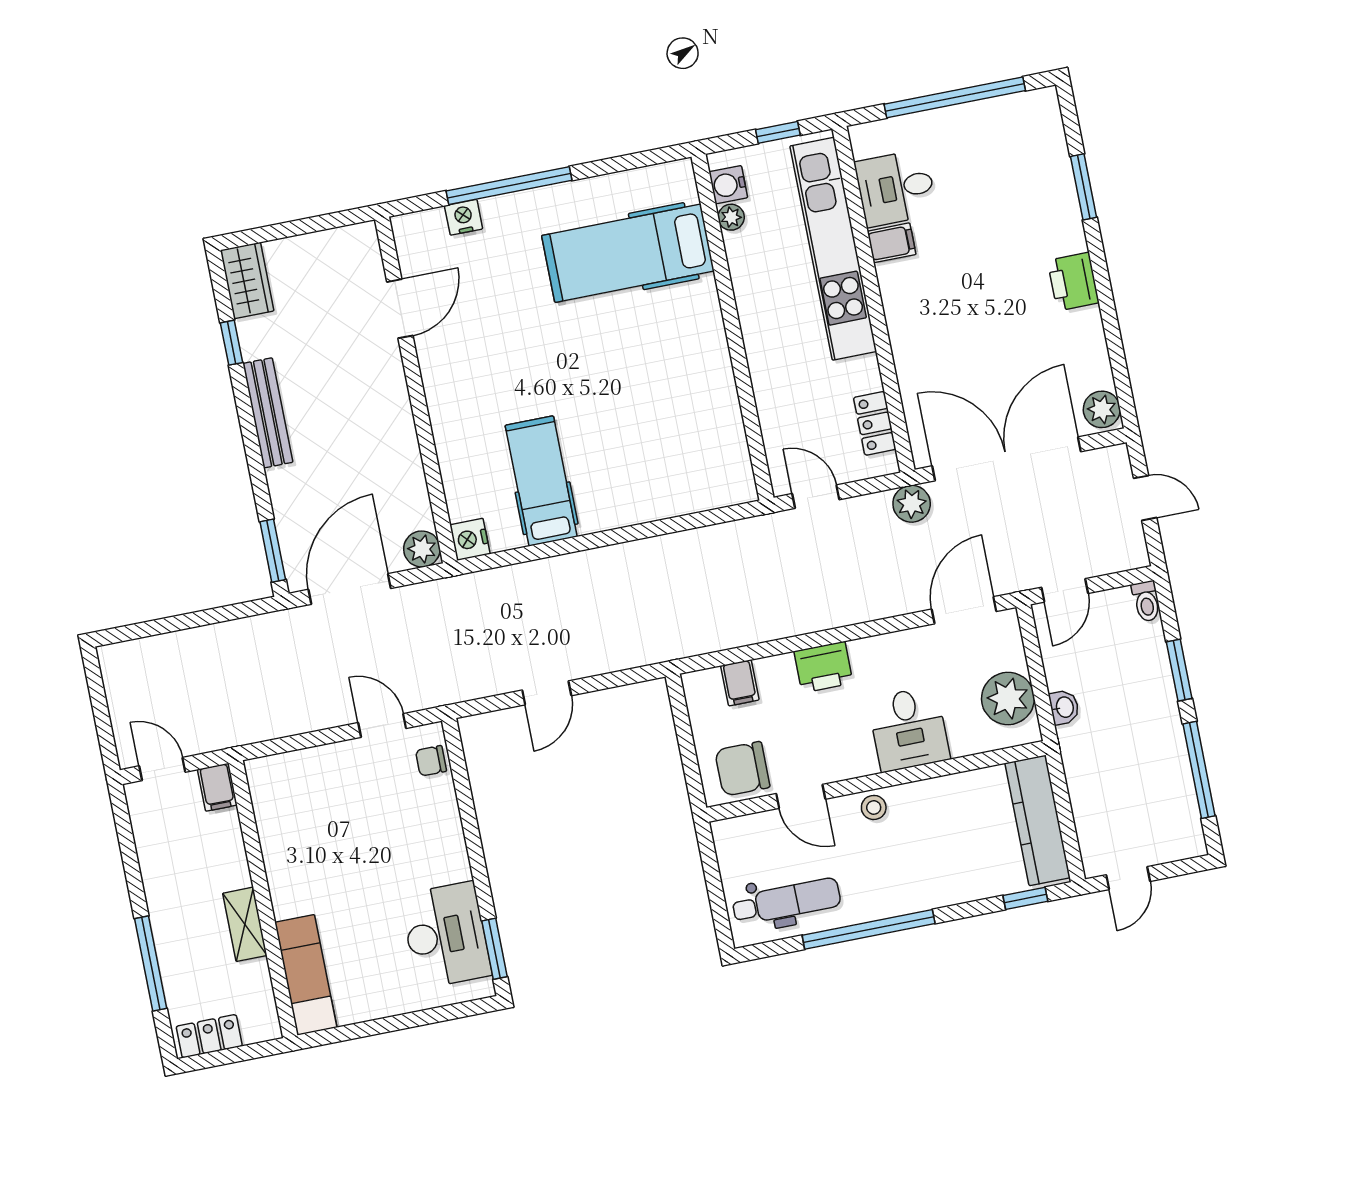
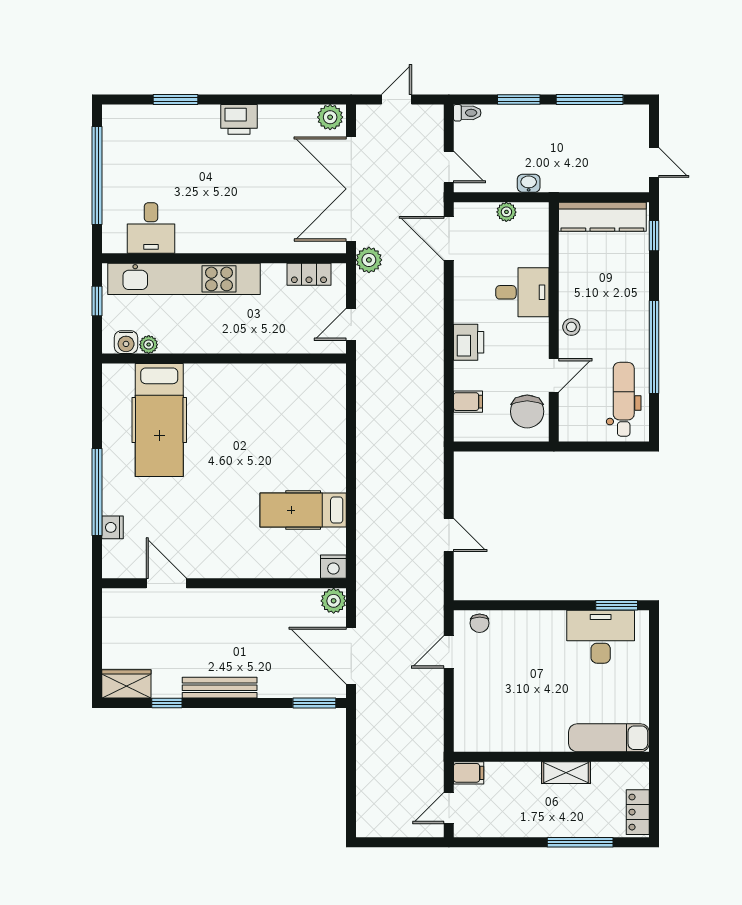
filing cabinet: (892, 243) -> (188, 238), removed
plant: (1008, 698) -> (506, 212), width x0.53, depth x0.53

